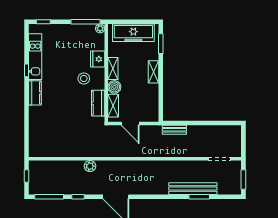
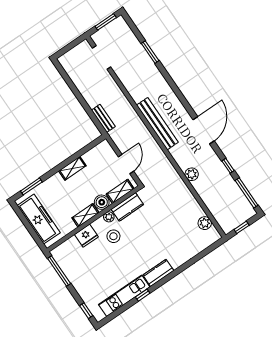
plant: (100, 28) -> (109, 217), moved
shelving: (154, 72) -> (72, 168), moved
plant: (48, 151) -> (205, 223), added
bench: (193, 189) -> (157, 124), moved

